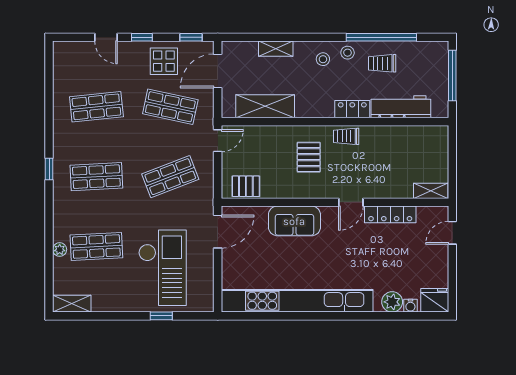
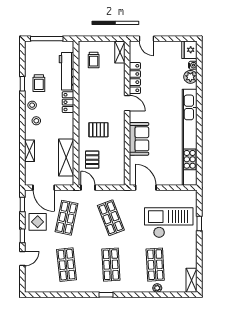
window: (381, 37) -> (22, 84), width x0.32
trolley: (346, 136) -> (94, 60), moved
pallet: (246, 186) -> (92, 160), moved

